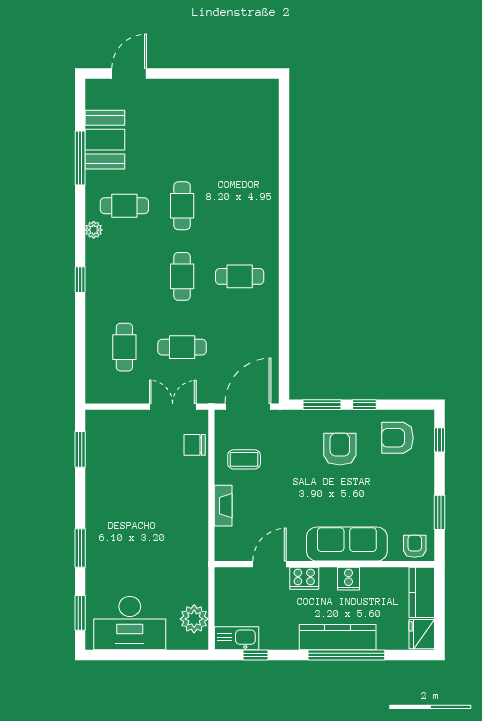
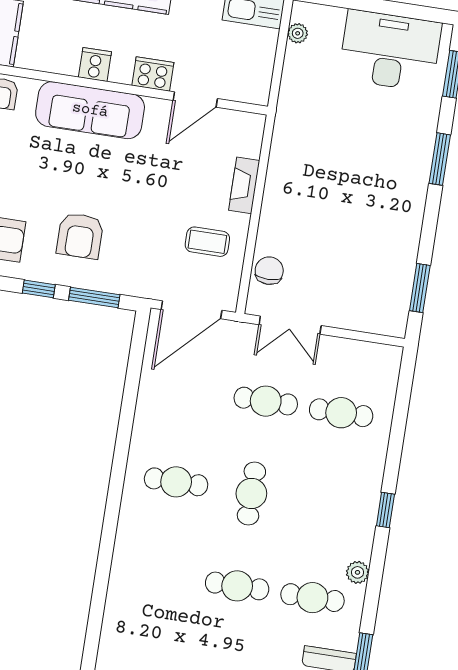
cafe table: (182, 206) -> (237, 586), turned 90
cafe table: (124, 347) -> (341, 413), turned 90
chair: (195, 445) -> (269, 271), turned -90
plant: (194, 619) -> (298, 33), width x0.53, depth x0.53

